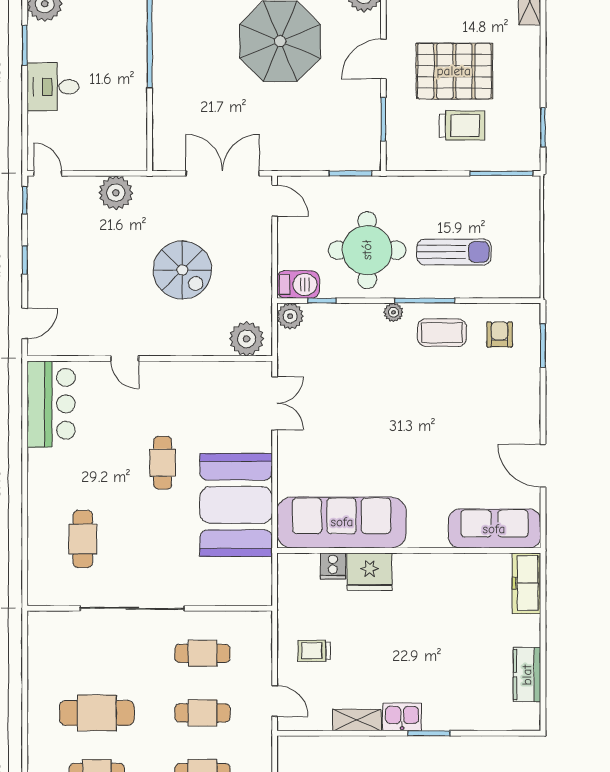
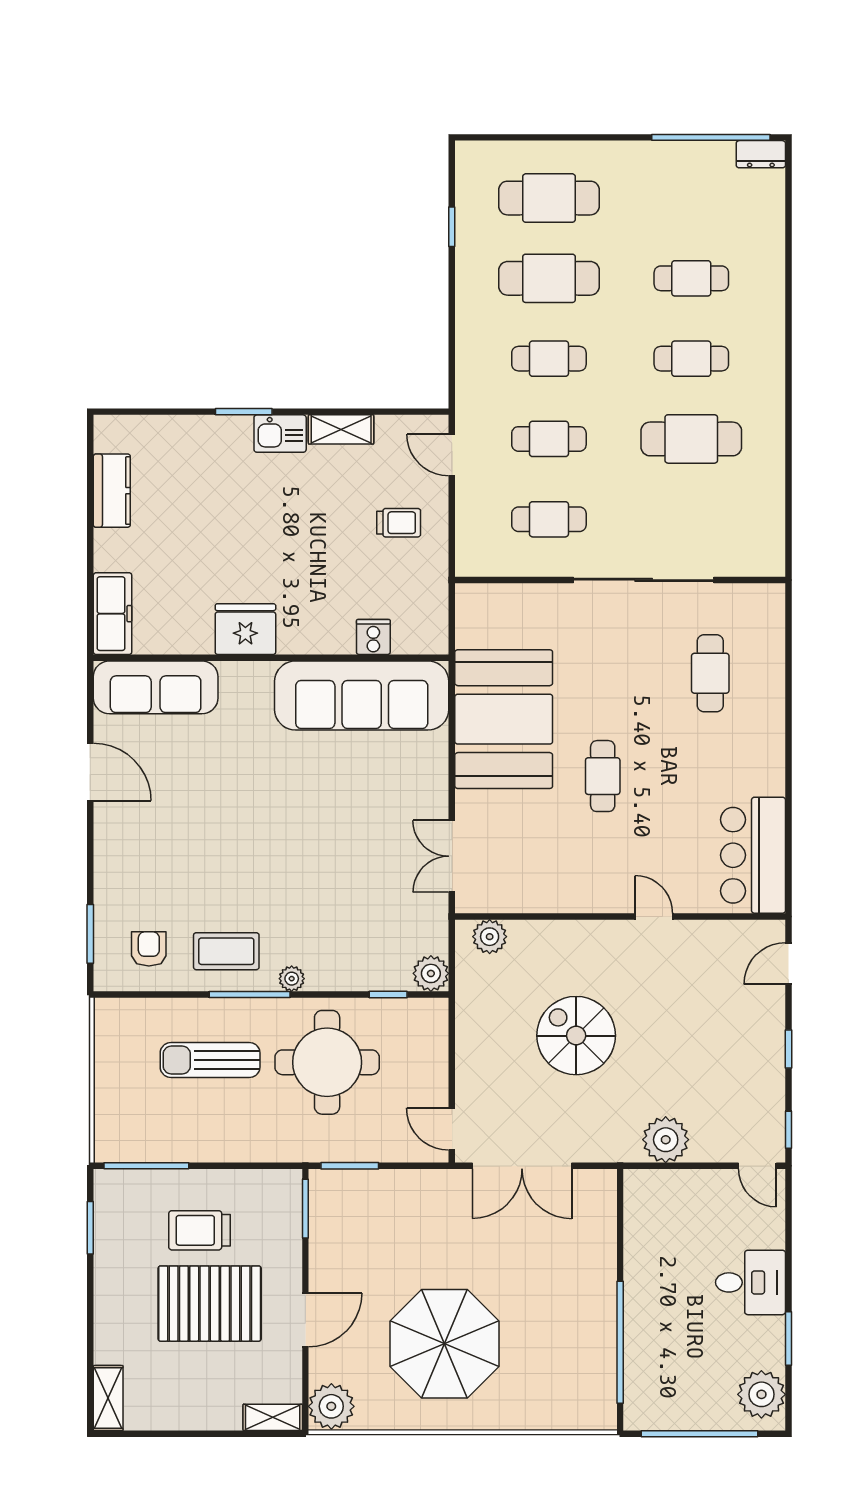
window: (383, 119) -> (305, 1209), moved
barbecue: (298, 284) -> (420, 1016), removed
armchair: (500, 334) -> (149, 949), turned 180
plant: (247, 339) -> (490, 937), width x0.73, depth x0.73
fridge: (370, 572) -> (245, 629), moved

